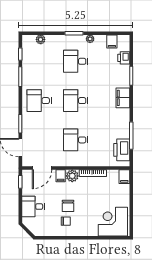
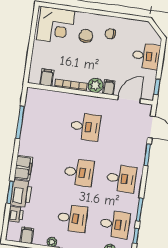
desk: (39, 61) -> (115, 224), added
printer: (122, 150) -> (21, 193), moved
filing cabinet: (124, 177) -> (47, 78), moved
chair: (68, 206) -> (86, 36), moved

